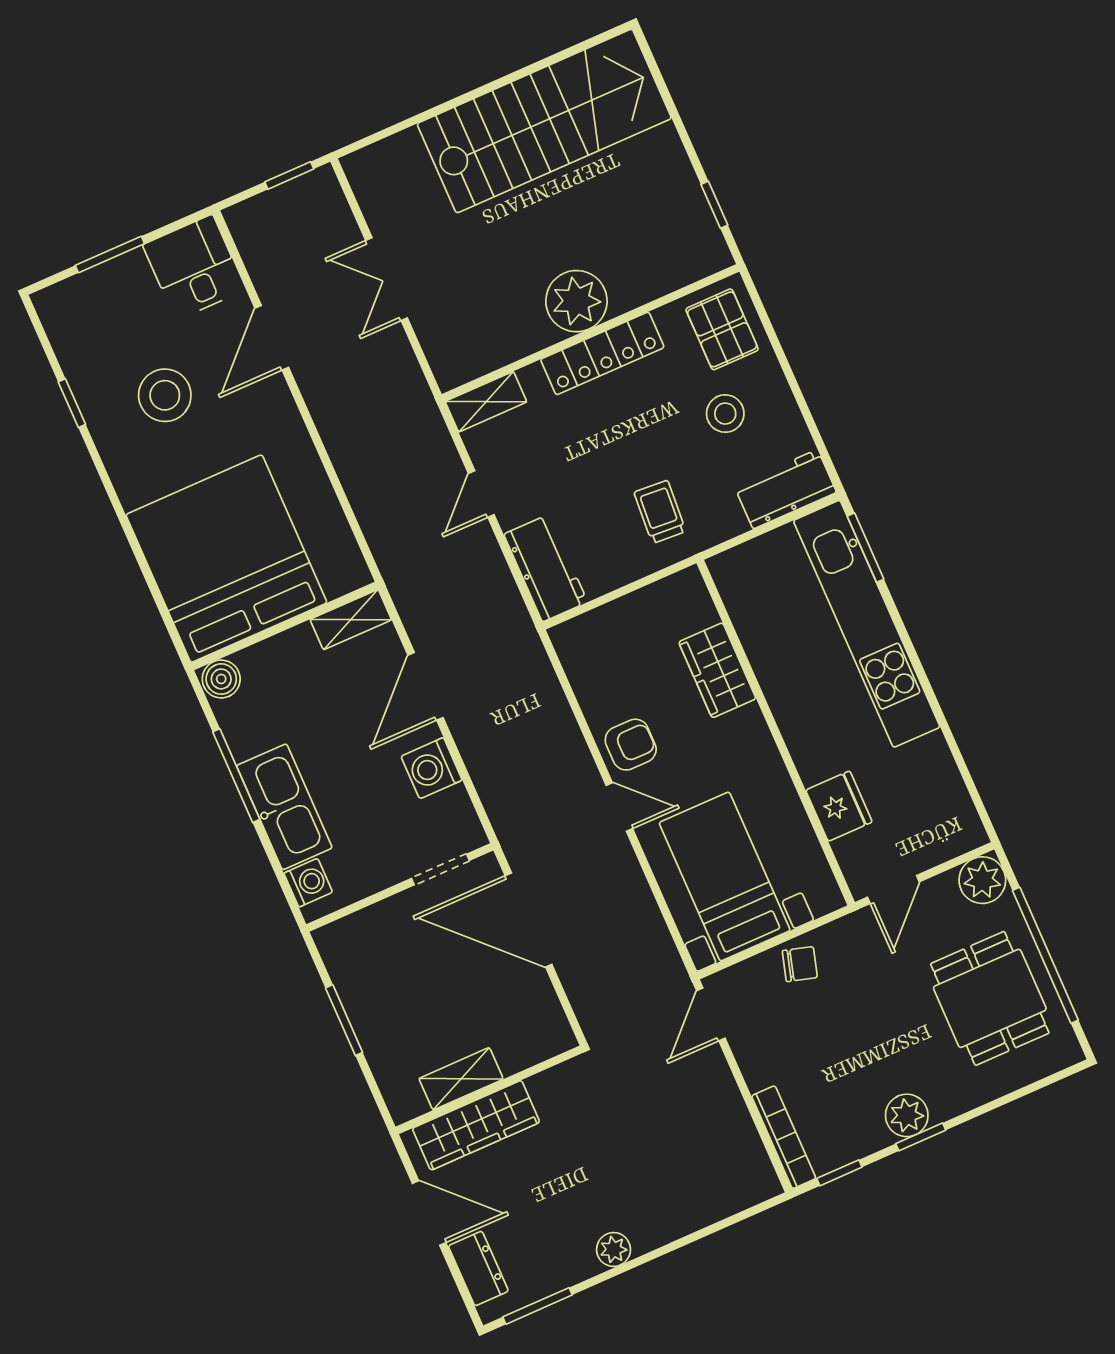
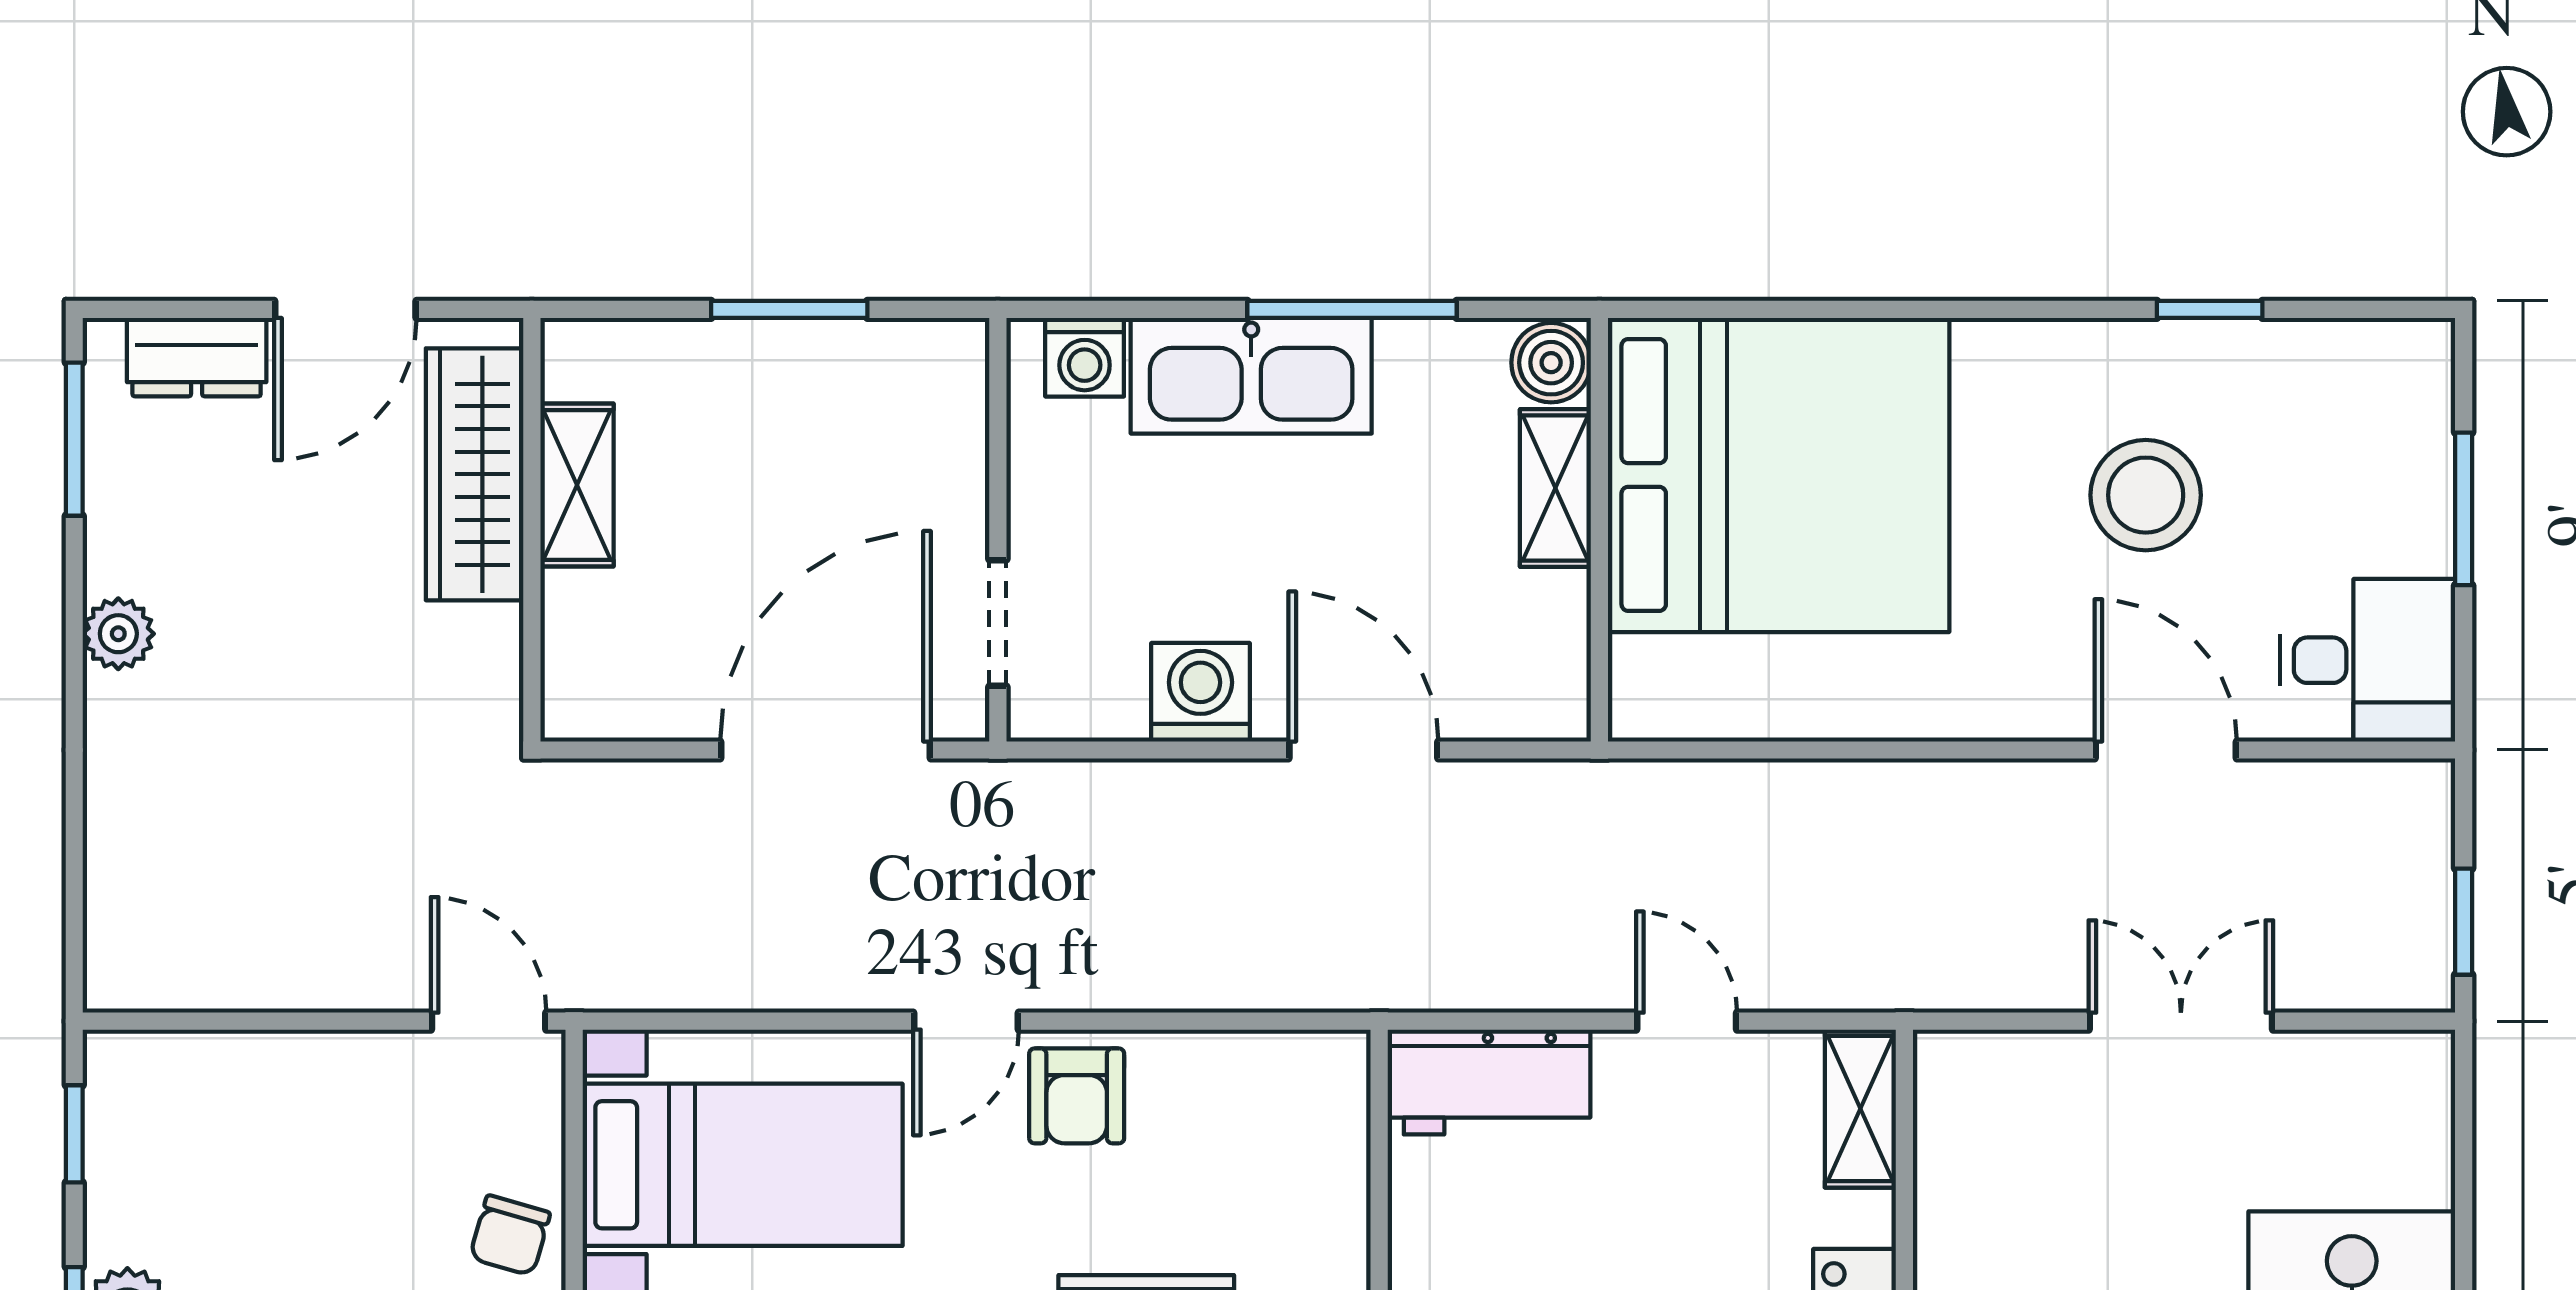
shelving: (351, 620) -> (1555, 488), moved
bookcase: (784, 1137) -> (190, 1057), removed

